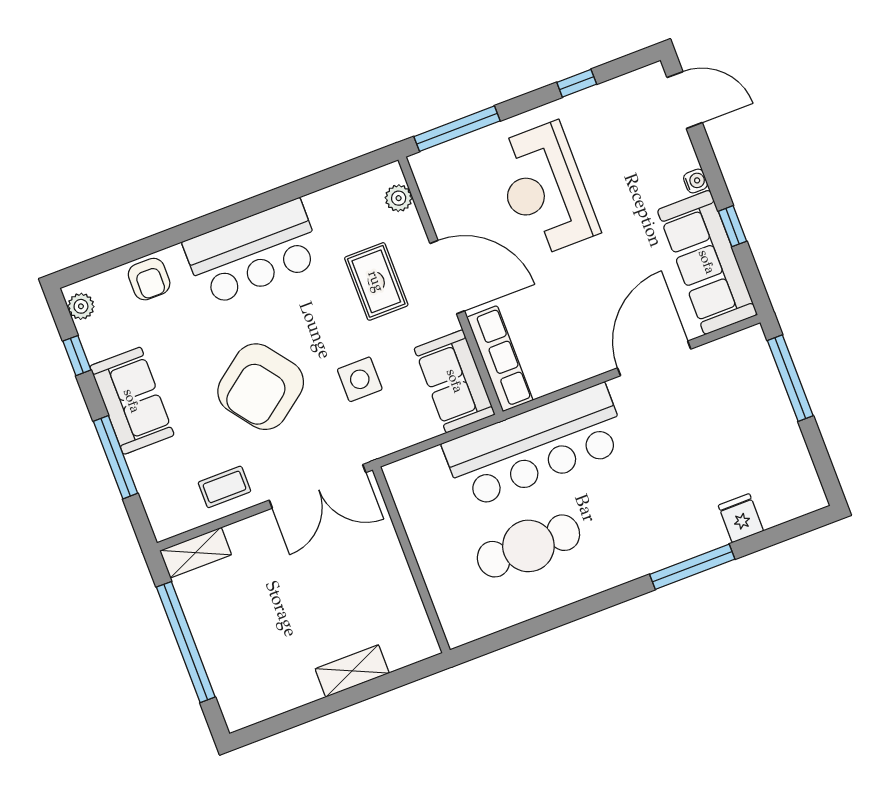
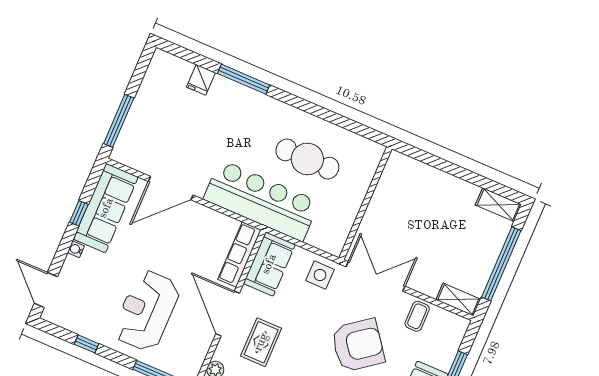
reception desk: (545, 189) -> (147, 311), turned 180
side table: (360, 379) -> (320, 275), moved
coffee table: (224, 487) -> (417, 316), turned 90
shelving: (352, 671) -> (498, 205), moved

